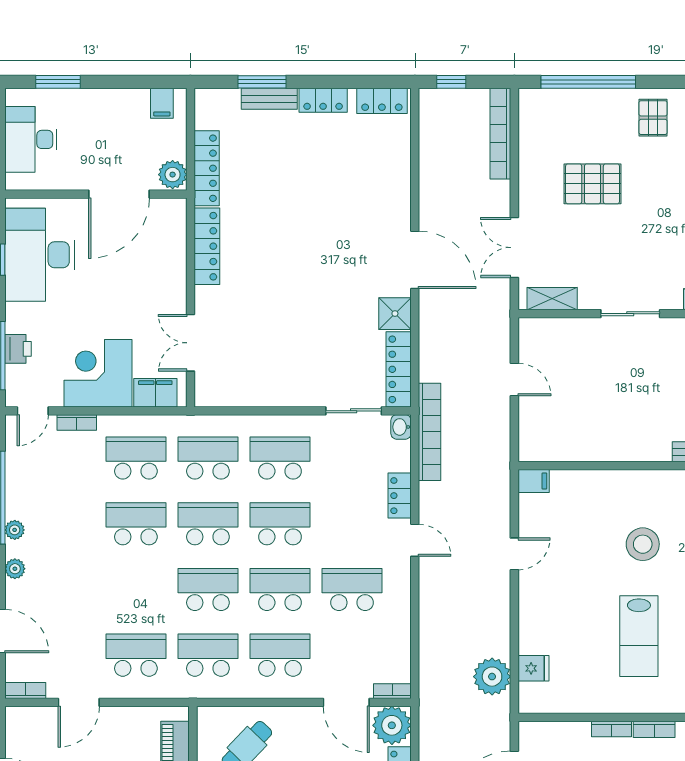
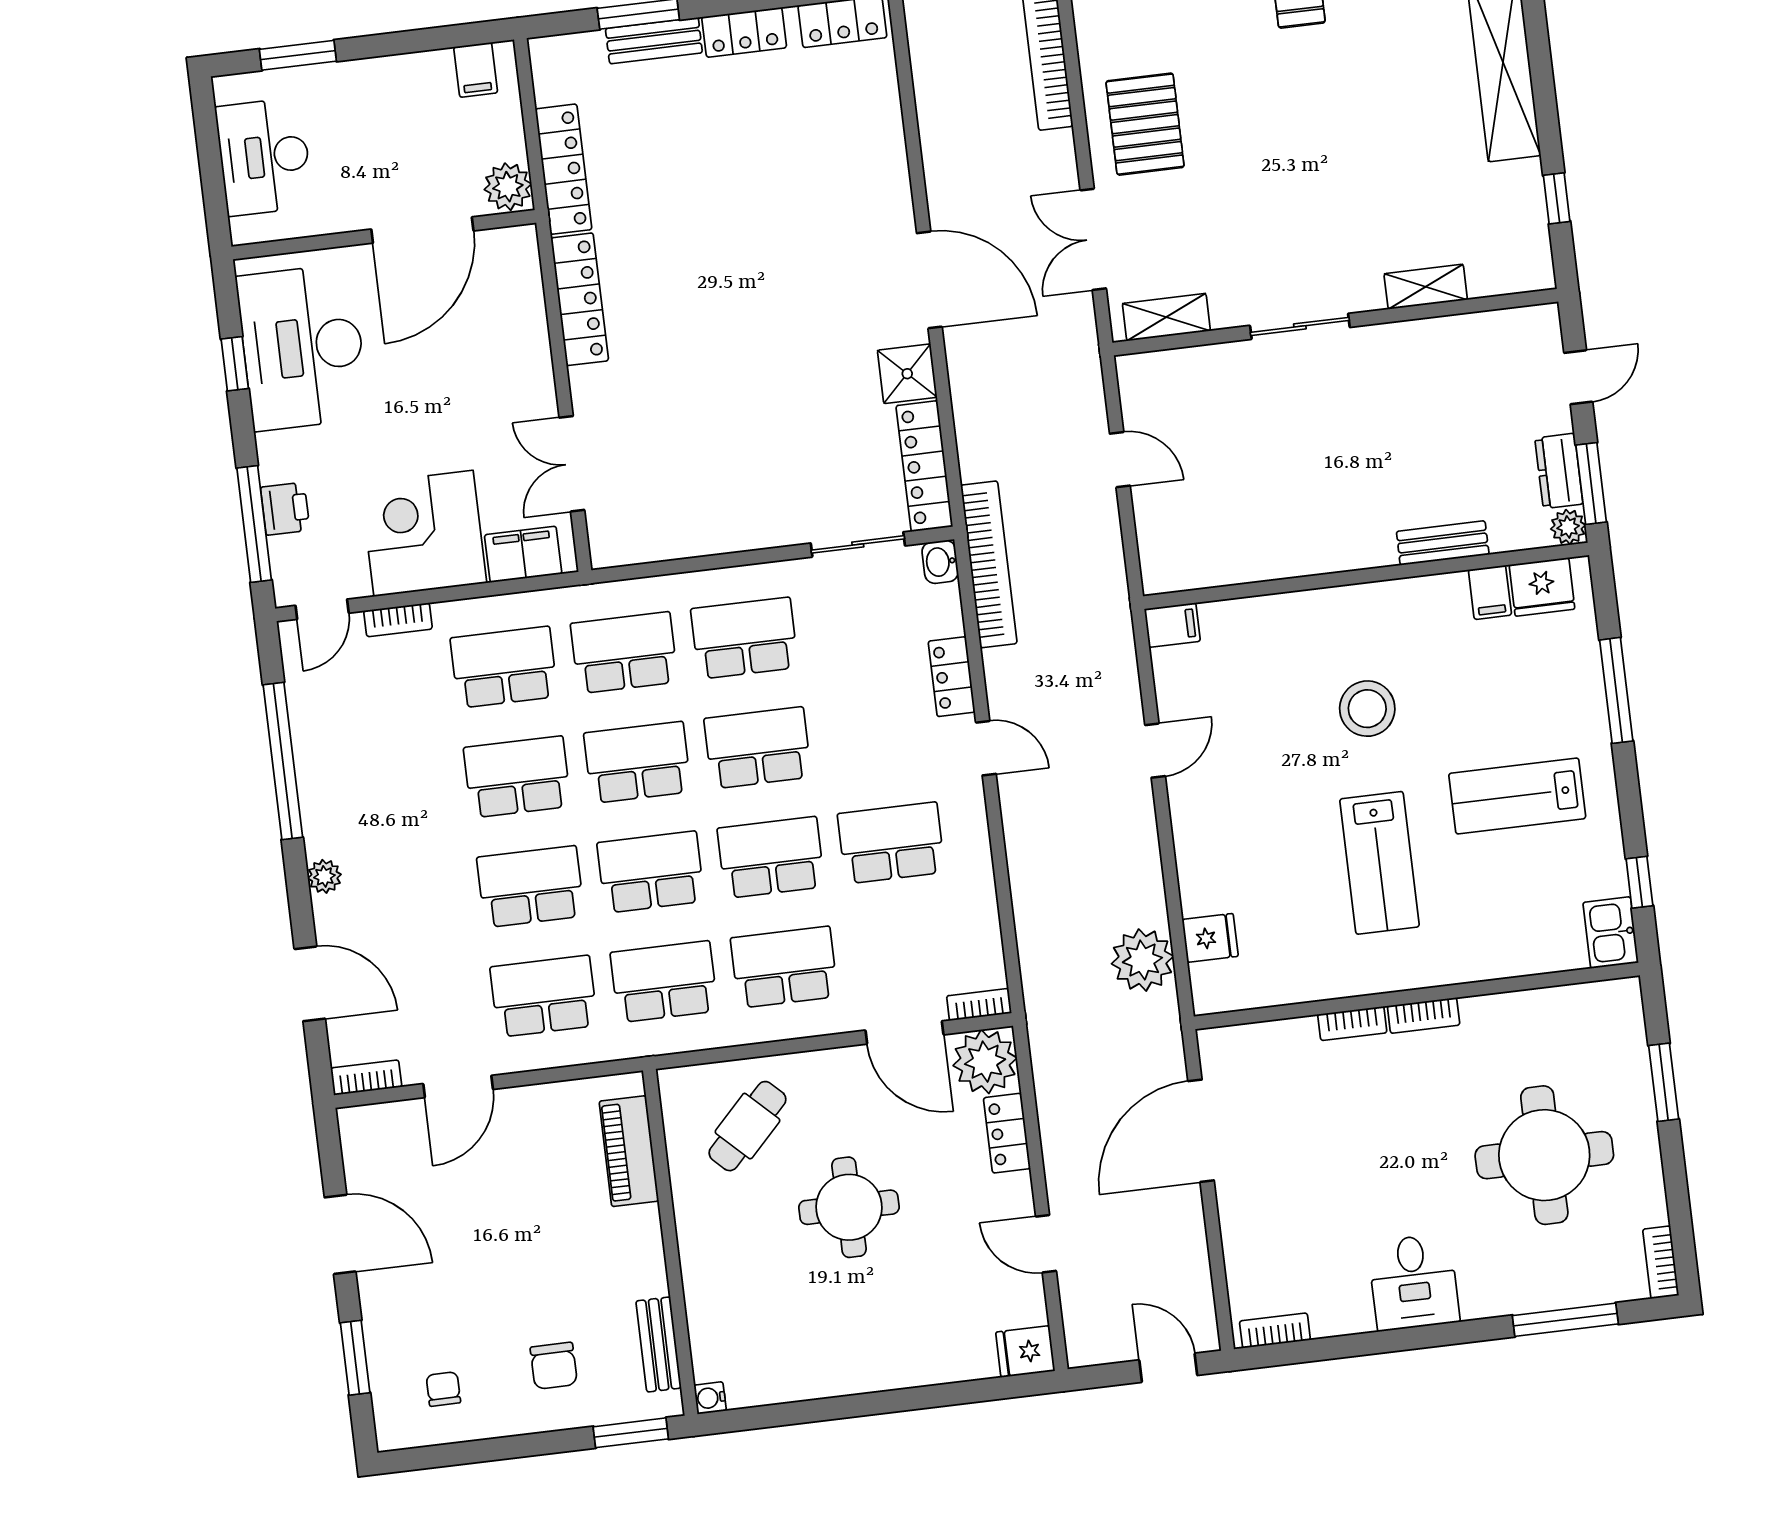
pallet: (593, 184) -> (1145, 124), moved, turned 90
plant: (15, 530) -> (316, 812), removed
school desk: (136, 589) -> (531, 887), added

